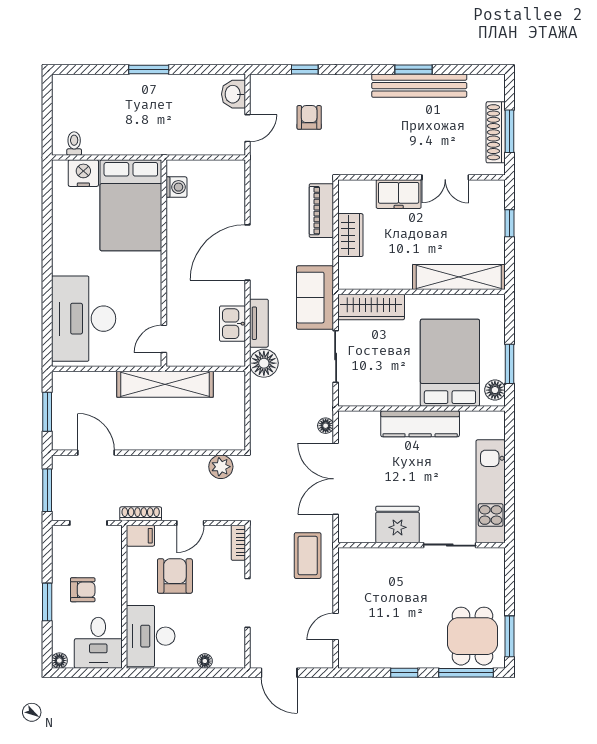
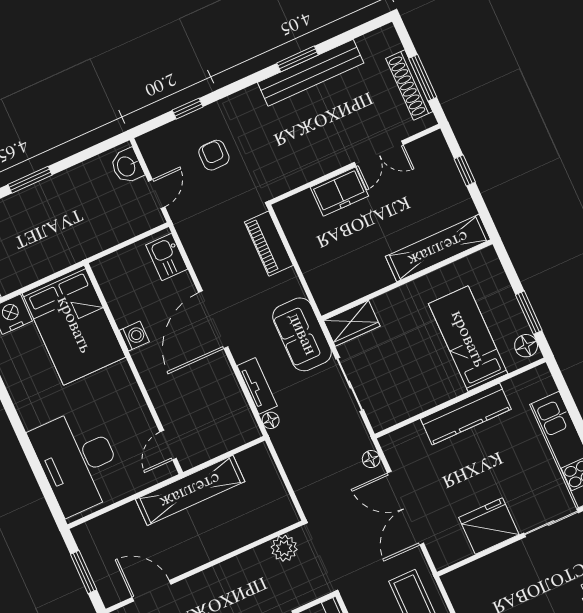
washing machine: (176, 187) -> (134, 336), moved
wardrobe: (350, 235) -> (309, 255), removed
wardrobe: (371, 307) -> (352, 323), width x0.67
kitchen sink: (232, 324) -> (167, 257), moved
floor lamp: (264, 363) -> (271, 420), width x0.53, depth x0.53
bed: (450, 363) -> (468, 339), width x0.67

